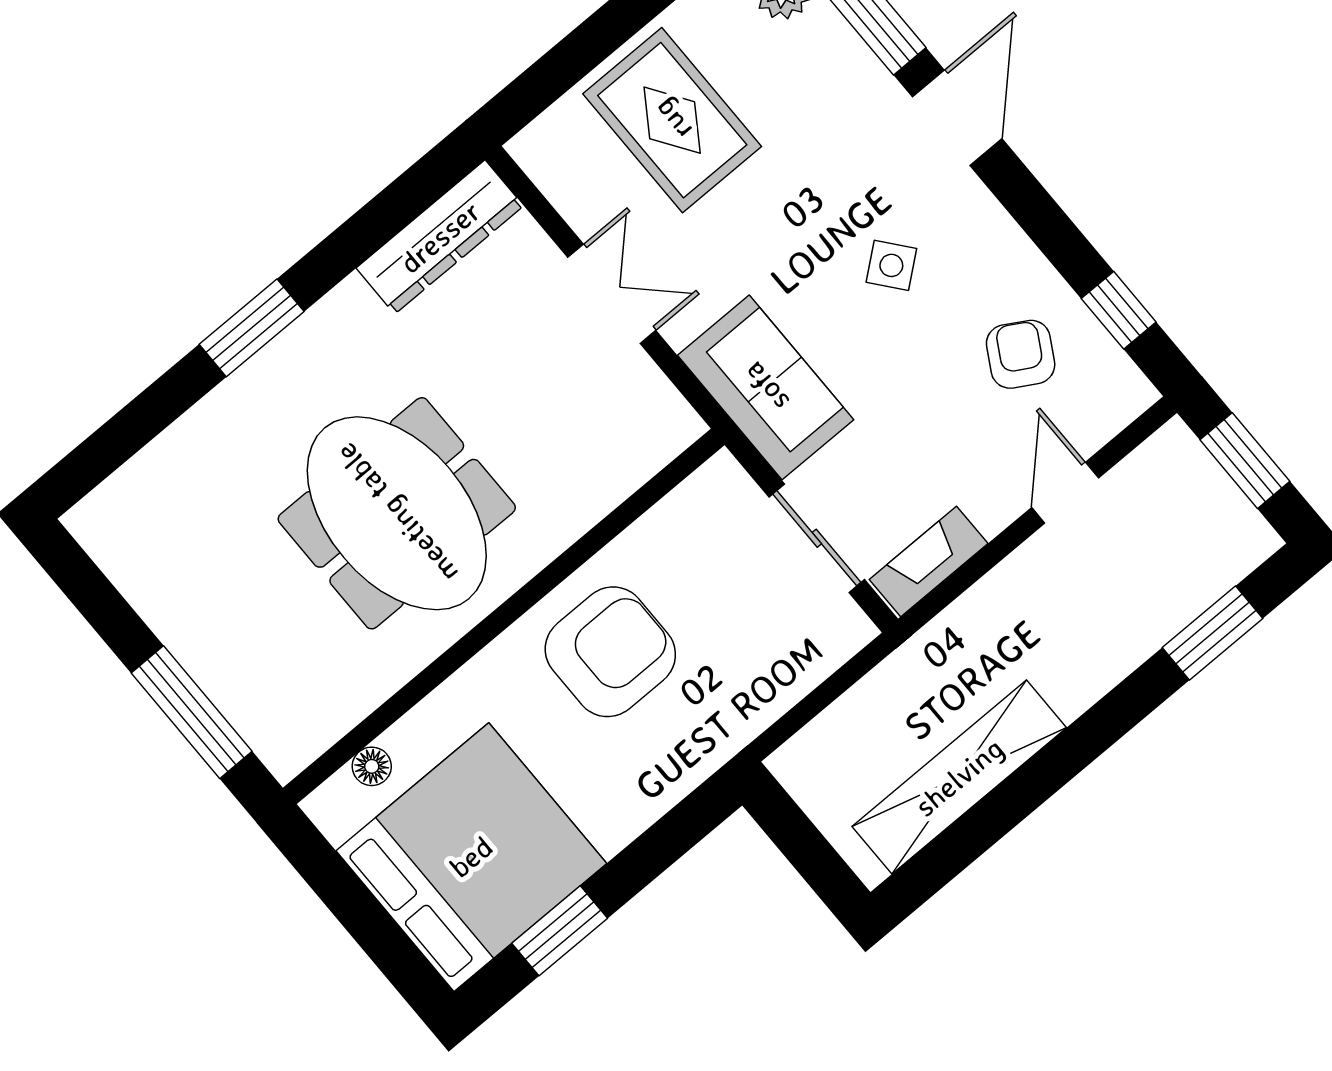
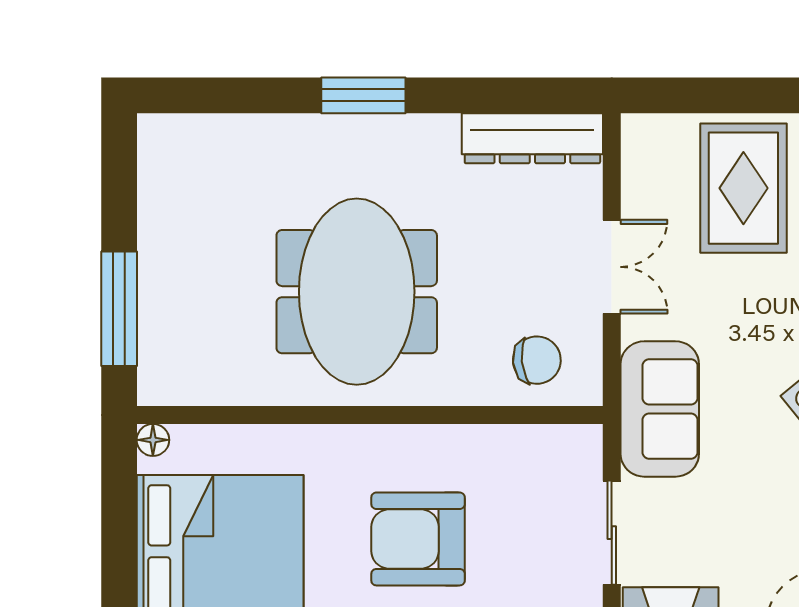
chair: (615, 437) -> (537, 360), added
armchair: (610, 652) -> (418, 539), moved, turned 180
floor lamp: (372, 766) -> (153, 440), moved

